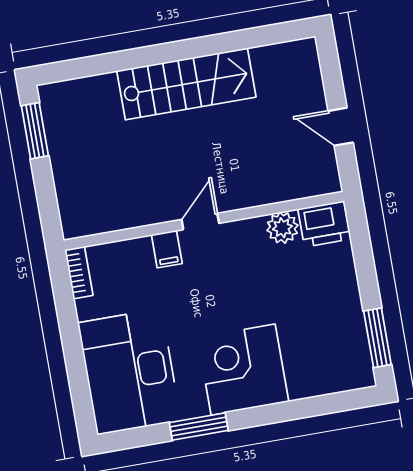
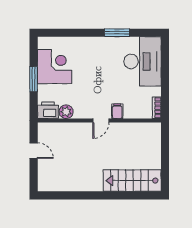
stairs: (186, 84) -> (132, 181), moved
window: (35, 131) -> (165, 172), removed
window: (377, 338) -> (34, 79), moved
corner desk: (243, 370) -> (55, 67), moved, turned -90

